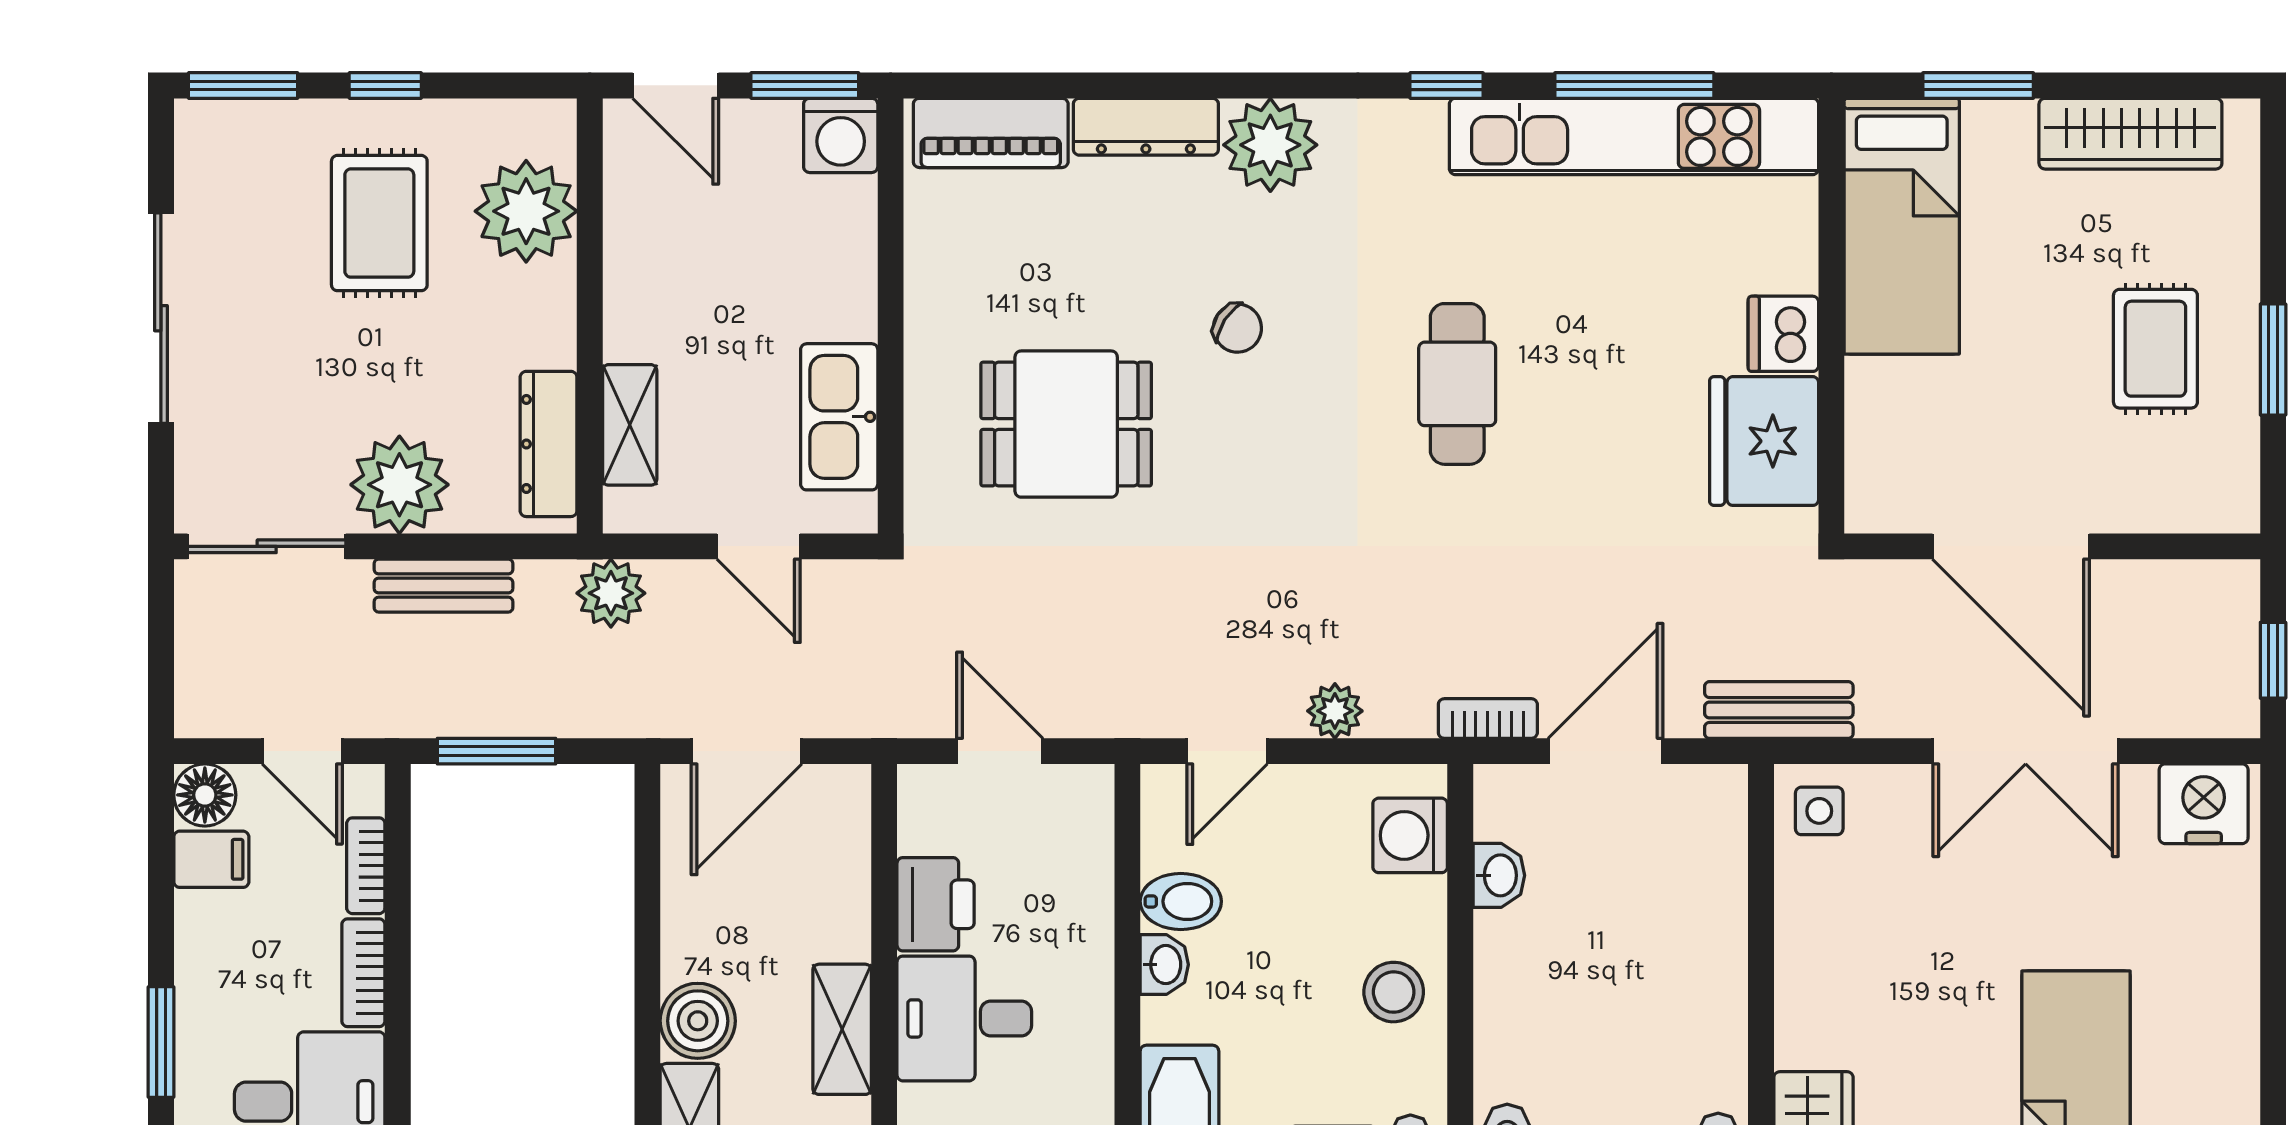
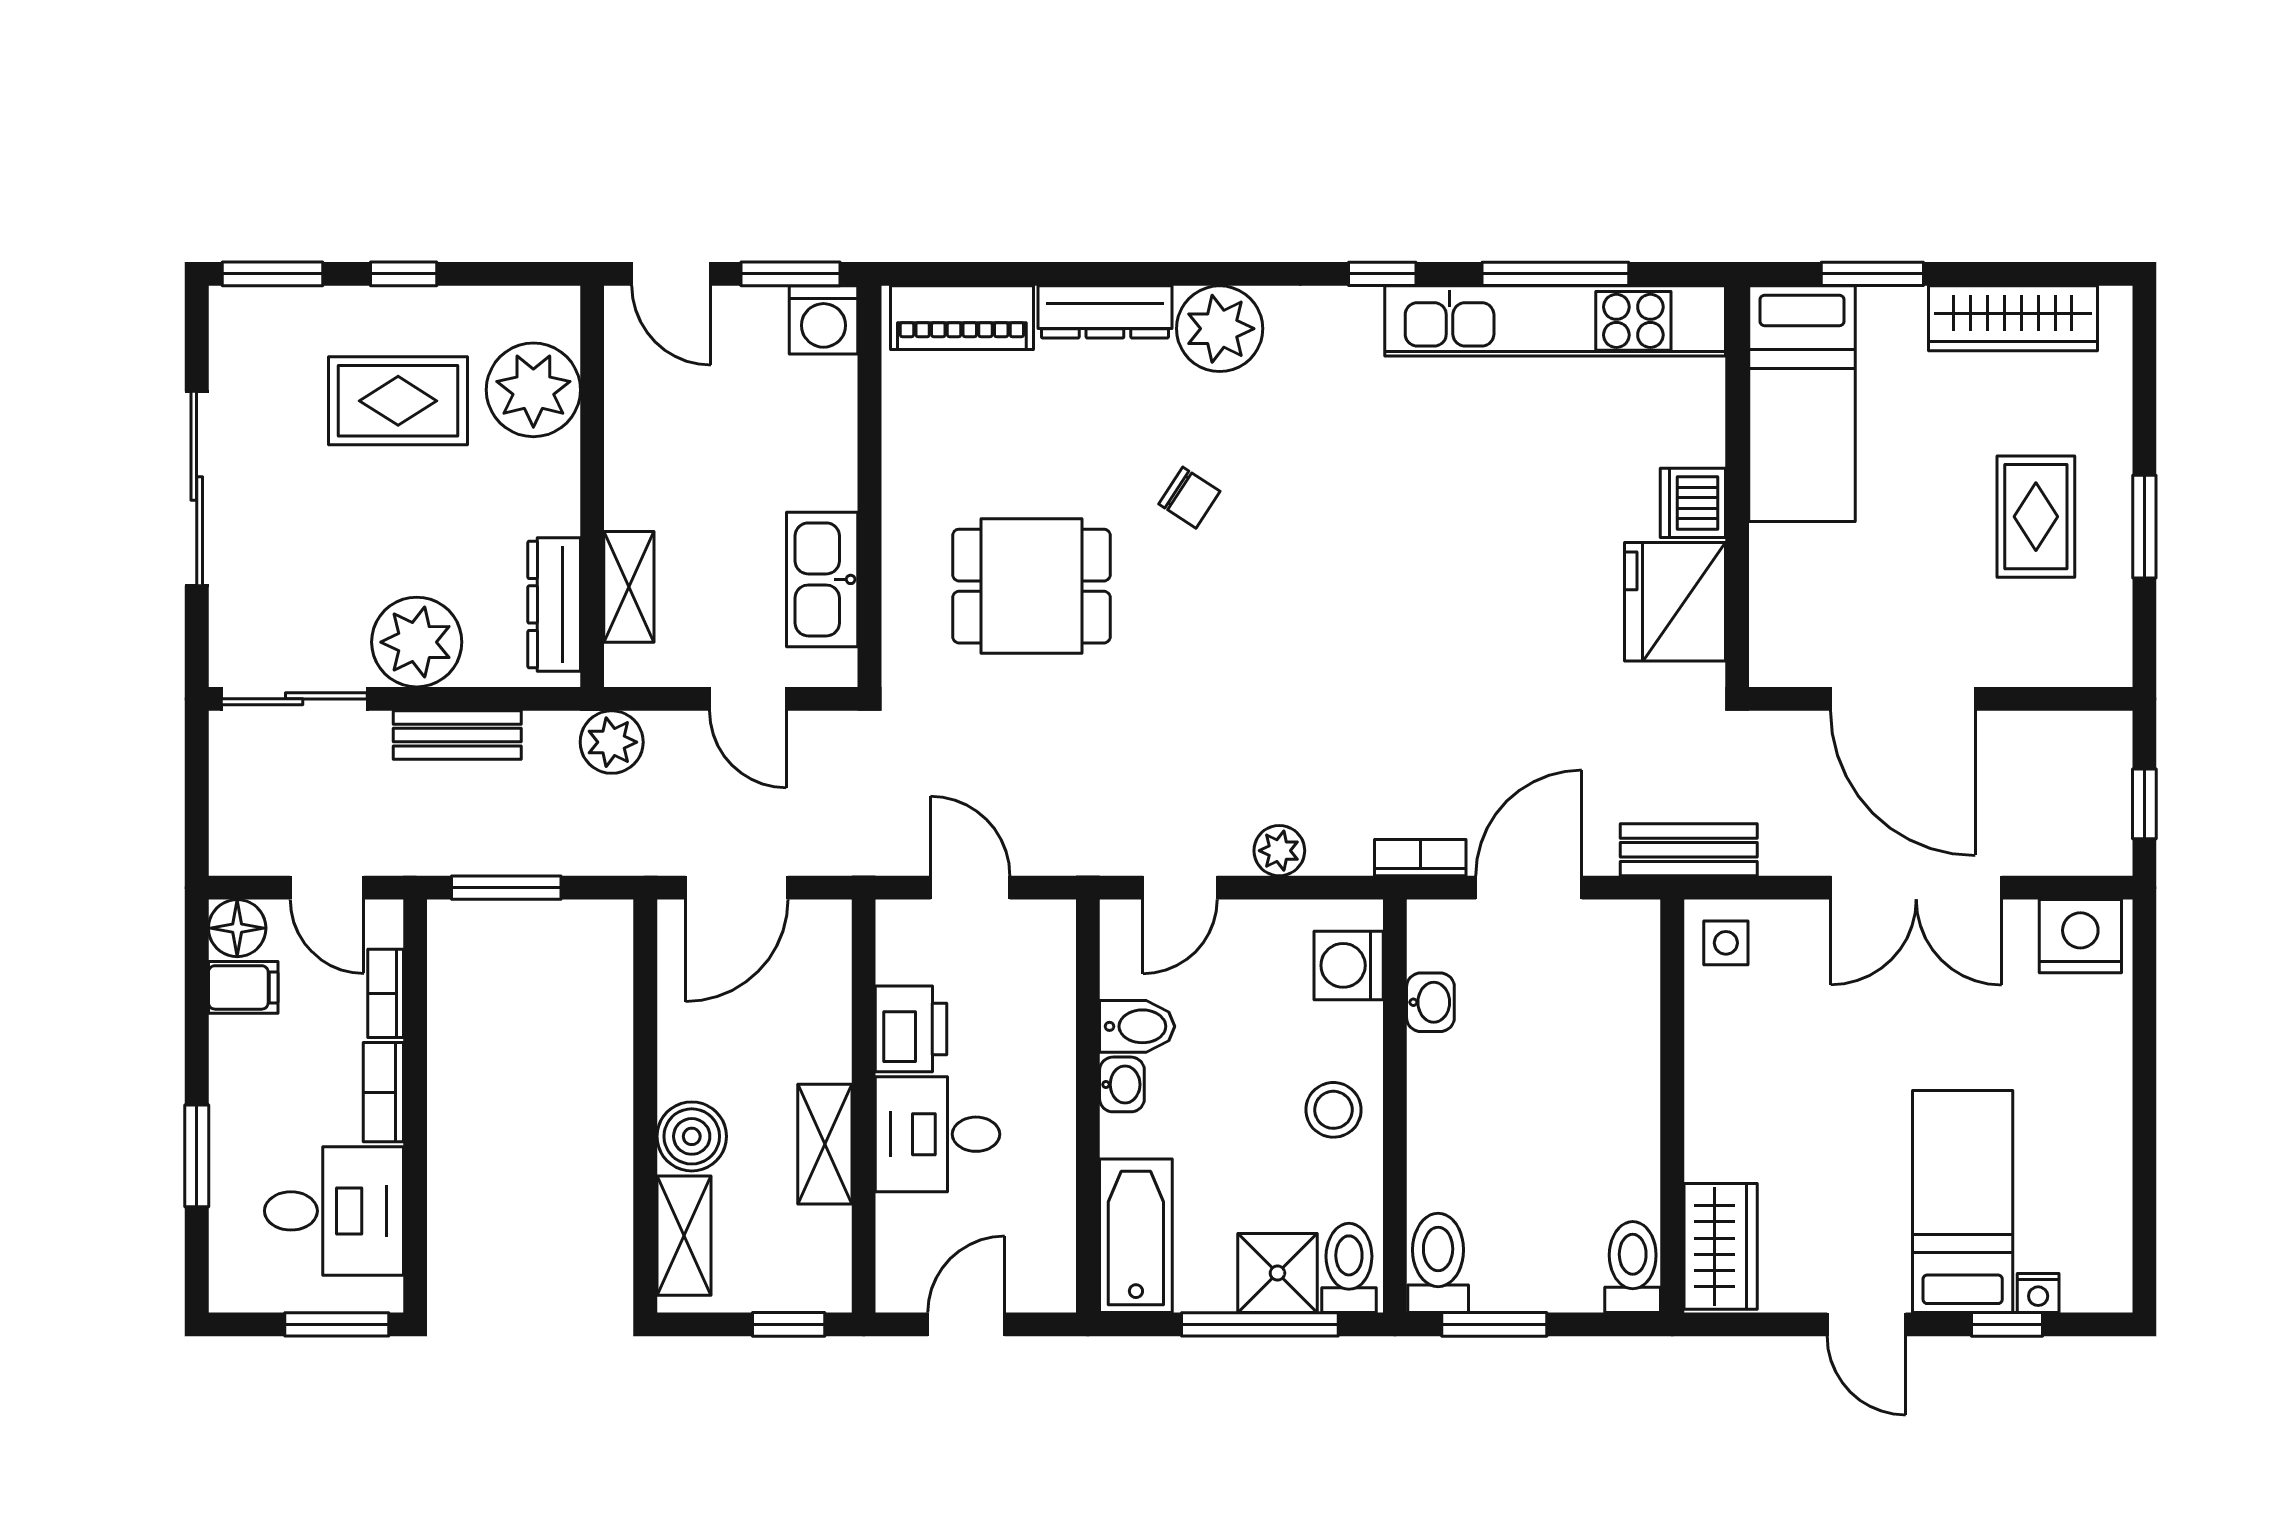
rug: (379, 223) -> (398, 401), turned 90
cafe table: (1457, 384) -> (1392, 549), removed

